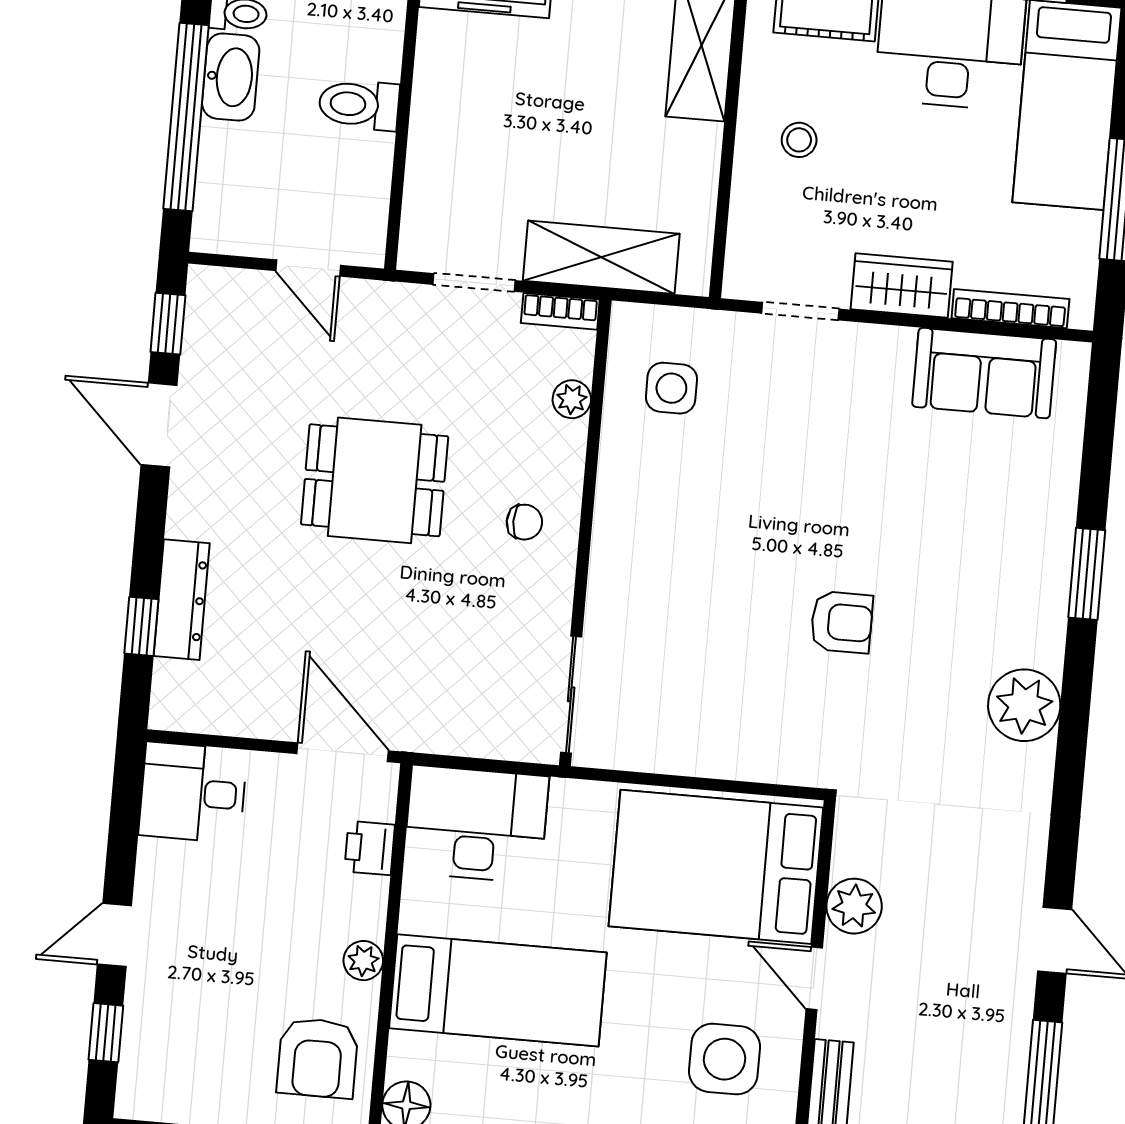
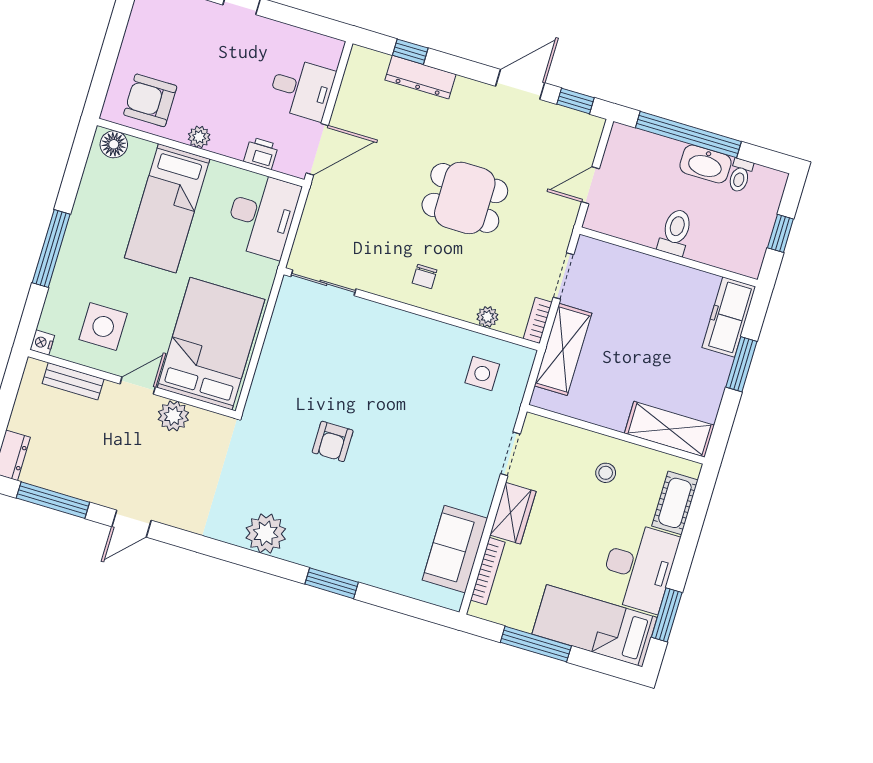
dining table: (375, 480) -> (465, 198), turned 90
desk: (193, 793) -> (302, 89), moved, turned 90

